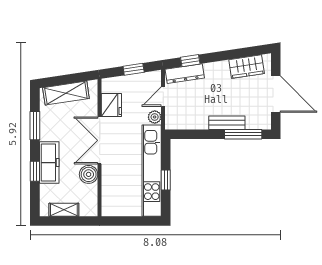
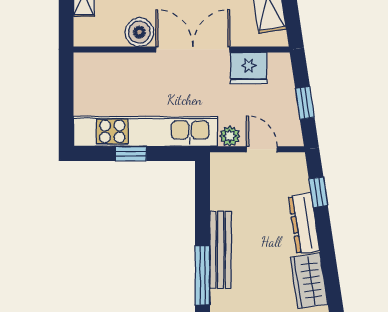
dresser: (185, 74) -> (304, 223), moved
bench: (227, 123) -> (221, 250), width x1.36

